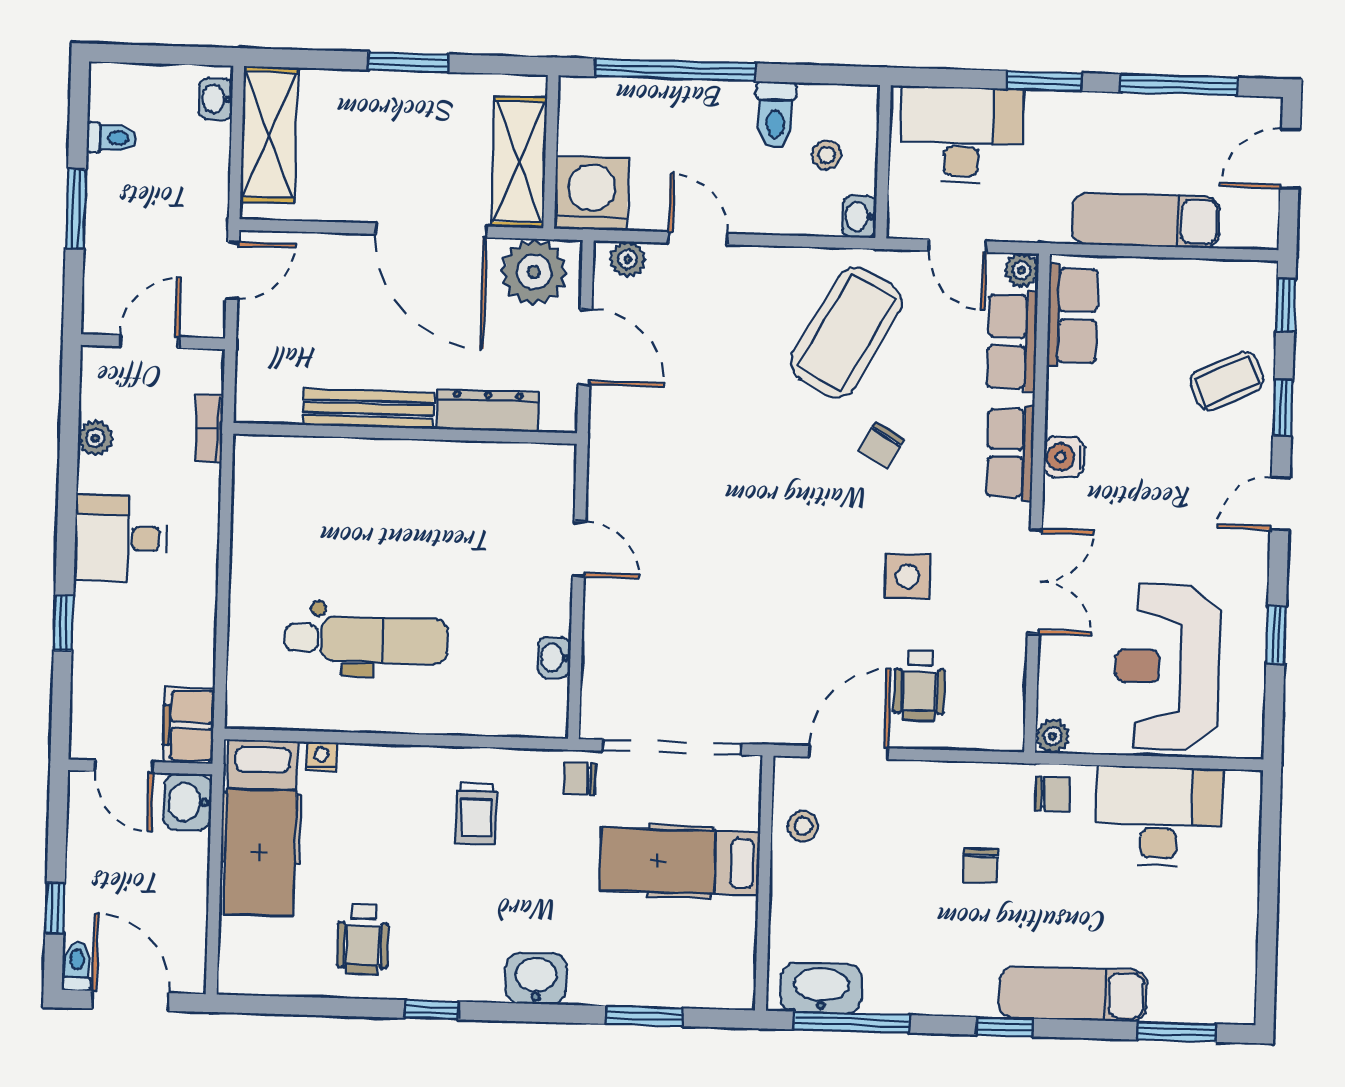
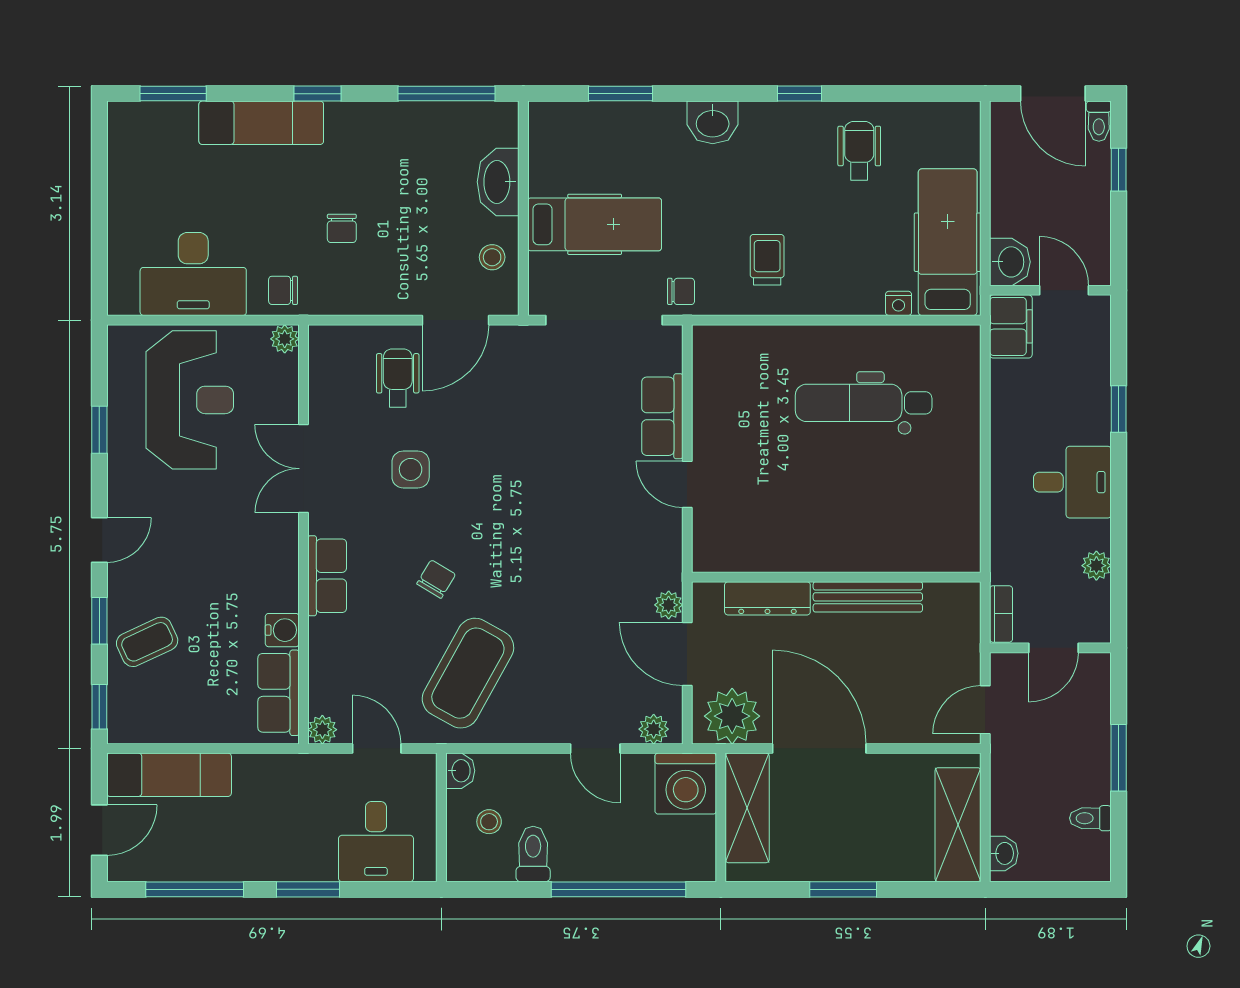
desk: (962, 135) -> (376, 842), width x0.73
exam couch: (1146, 220) -> (169, 775), moved
row of seats: (1012, 342) -> (662, 416), moved, turned 180
plant: (605, 406) -> (669, 605), added
bookcase: (209, 429) -> (1001, 614), moved
water cooler: (1064, 457) -> (282, 630), moved
washbasin: (554, 657) -> (706, 393), removed
chair: (981, 866) -> (342, 228), turned 180
washbasin: (821, 988) -> (498, 182), moved, turned 90

